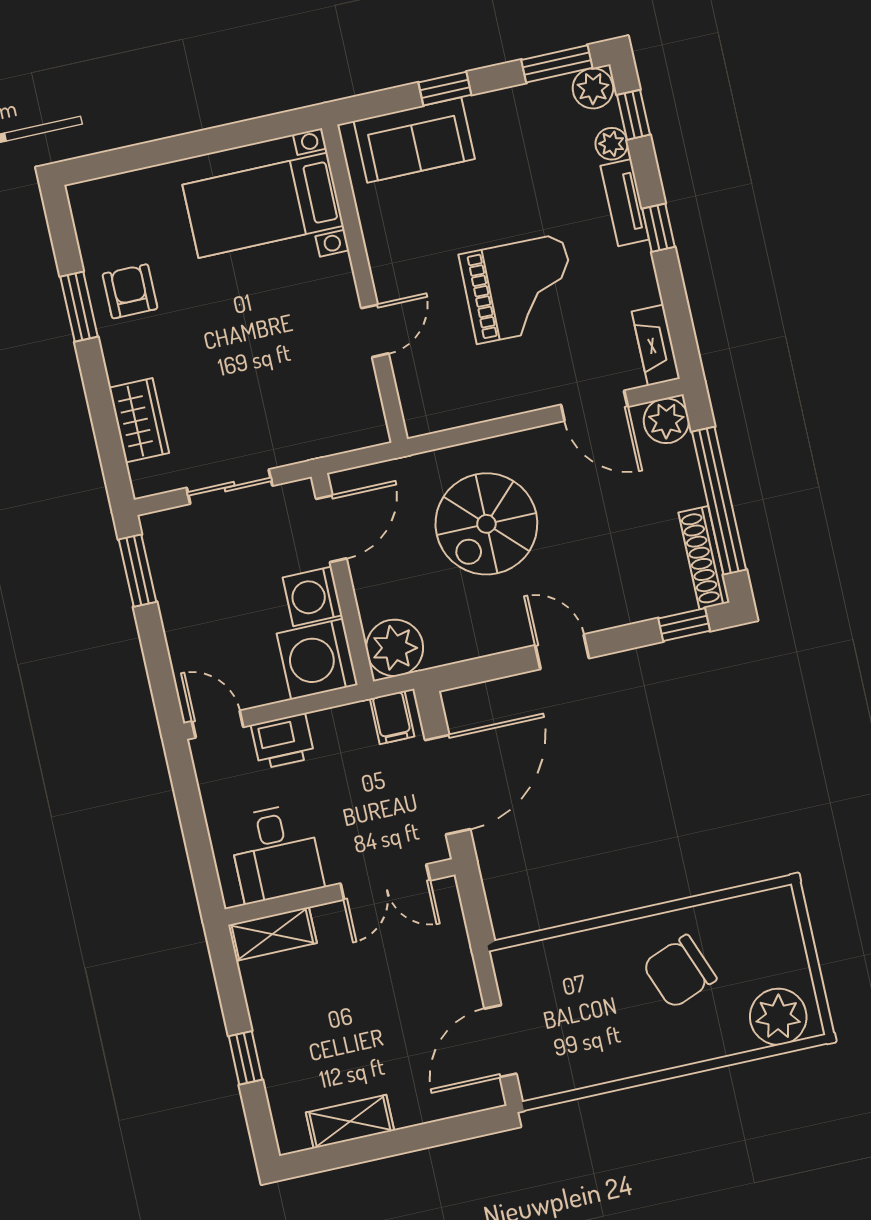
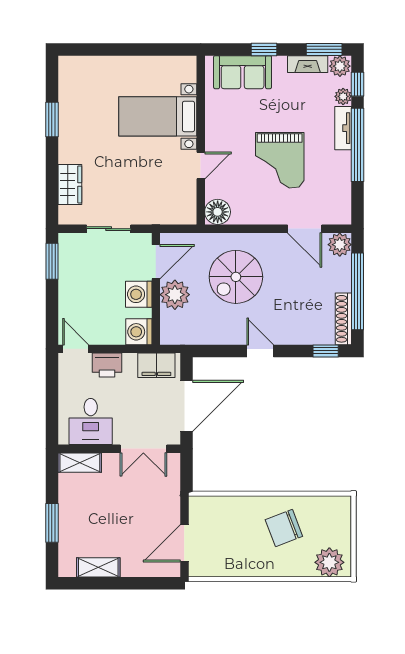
bed with nightstands: (263, 205) -> (158, 116), moved
window: (658, 228) -> (358, 145), width x3.17
grand piano: (520, 289) -> (280, 160), turned 89
armchair: (130, 291) -> (80, 117), removed
fireplace: (656, 345) -> (308, 64), moved, turned -90
floor lamp: (425, 410) -> (218, 212), added
plant: (395, 648) -> (175, 295), moved
washing machine: (317, 659) -> (139, 332), width x0.73, depth x0.73
filing cabinet: (392, 717) -> (156, 365), width x2.00
window: (246, 1058) -> (52, 523), width x1.50

